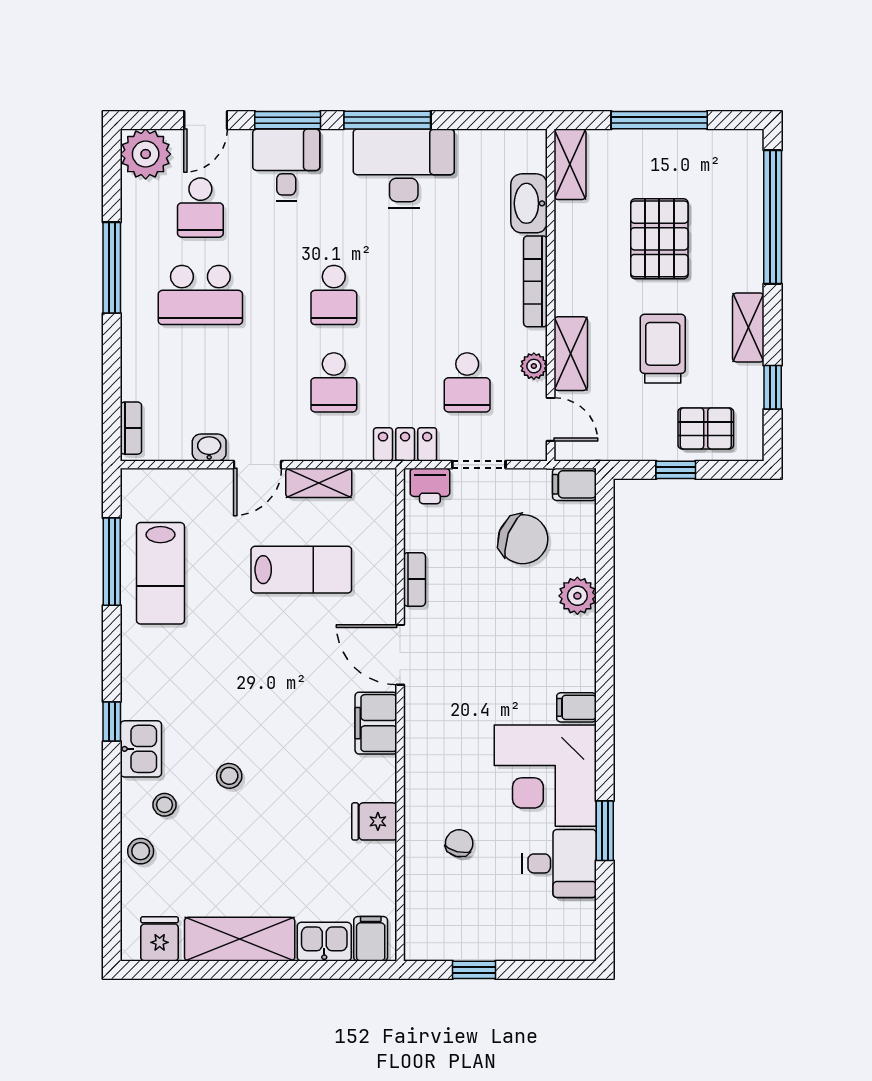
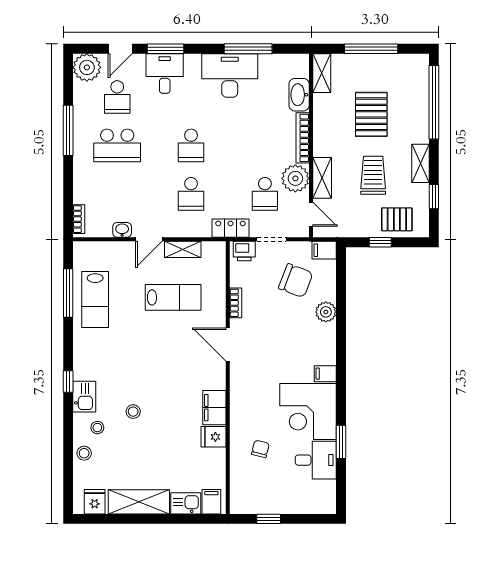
window: (387, 120) -> (248, 49), moved
plant: (534, 366) -> (295, 178), width x1.88, depth x1.88
filing cabinet: (376, 723) -> (214, 408), moved

